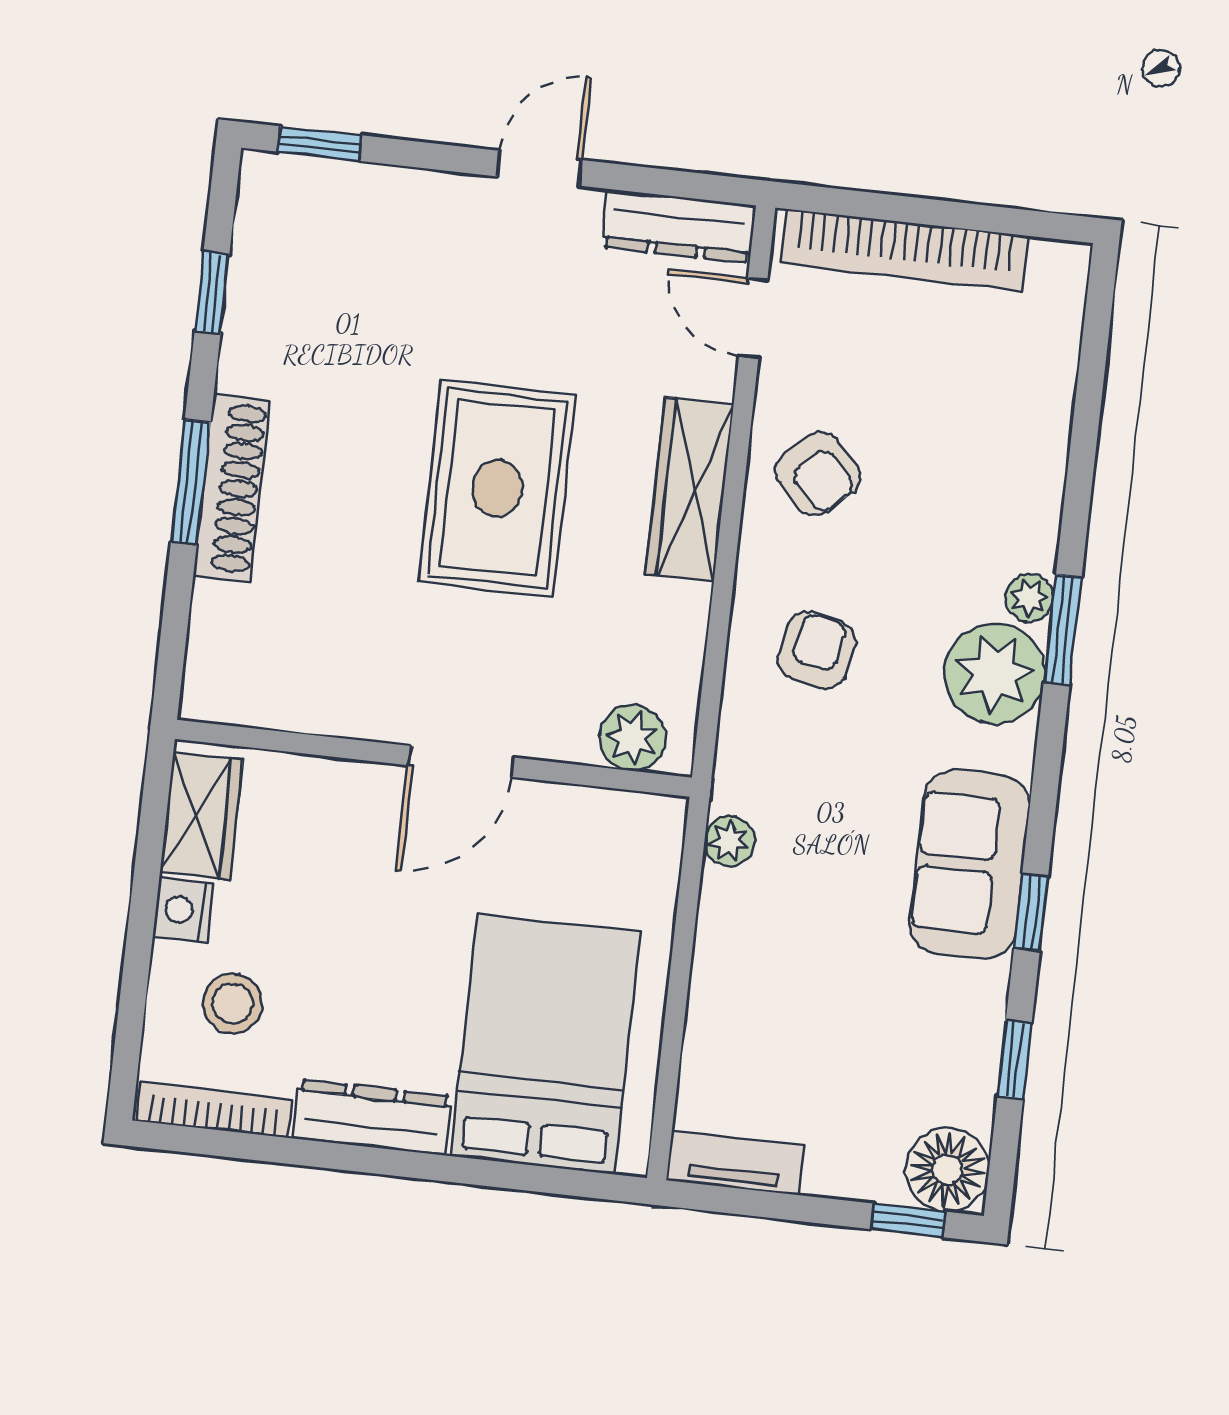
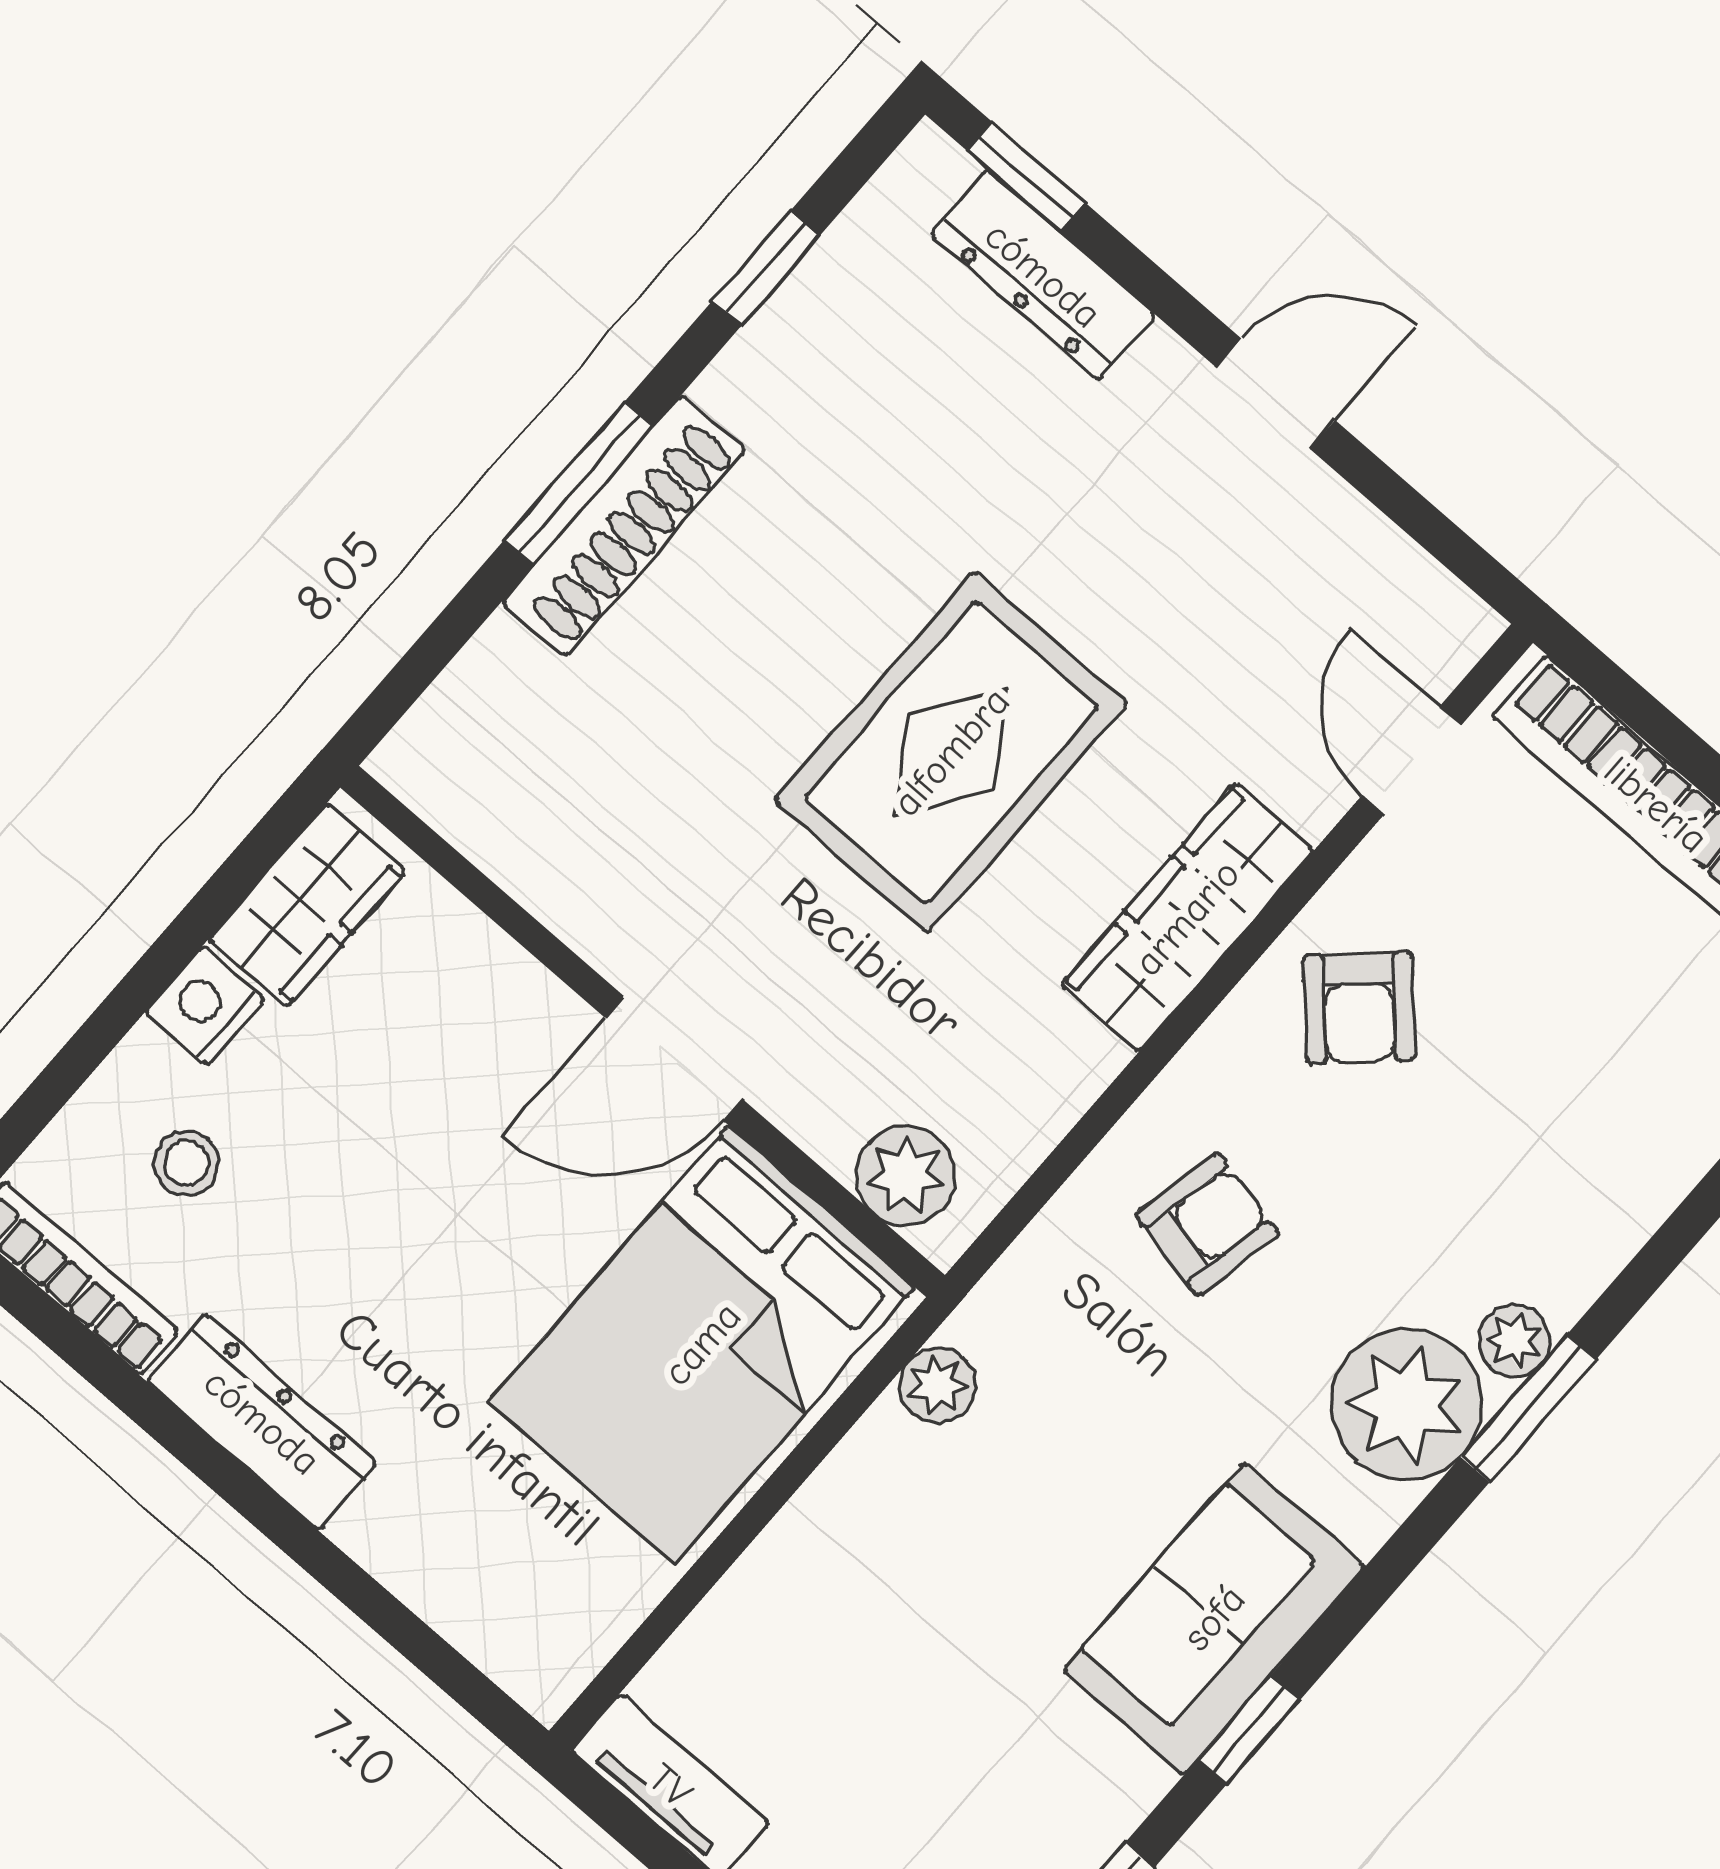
dresser: (679, 226) -> (1043, 275), moved
stool: (233, 1003) -> (186, 1163), width x0.73, depth x0.73
bed: (545, 1044) -> (702, 1344), moved, turned 180

